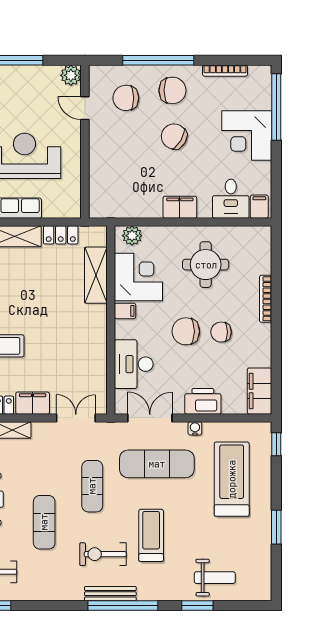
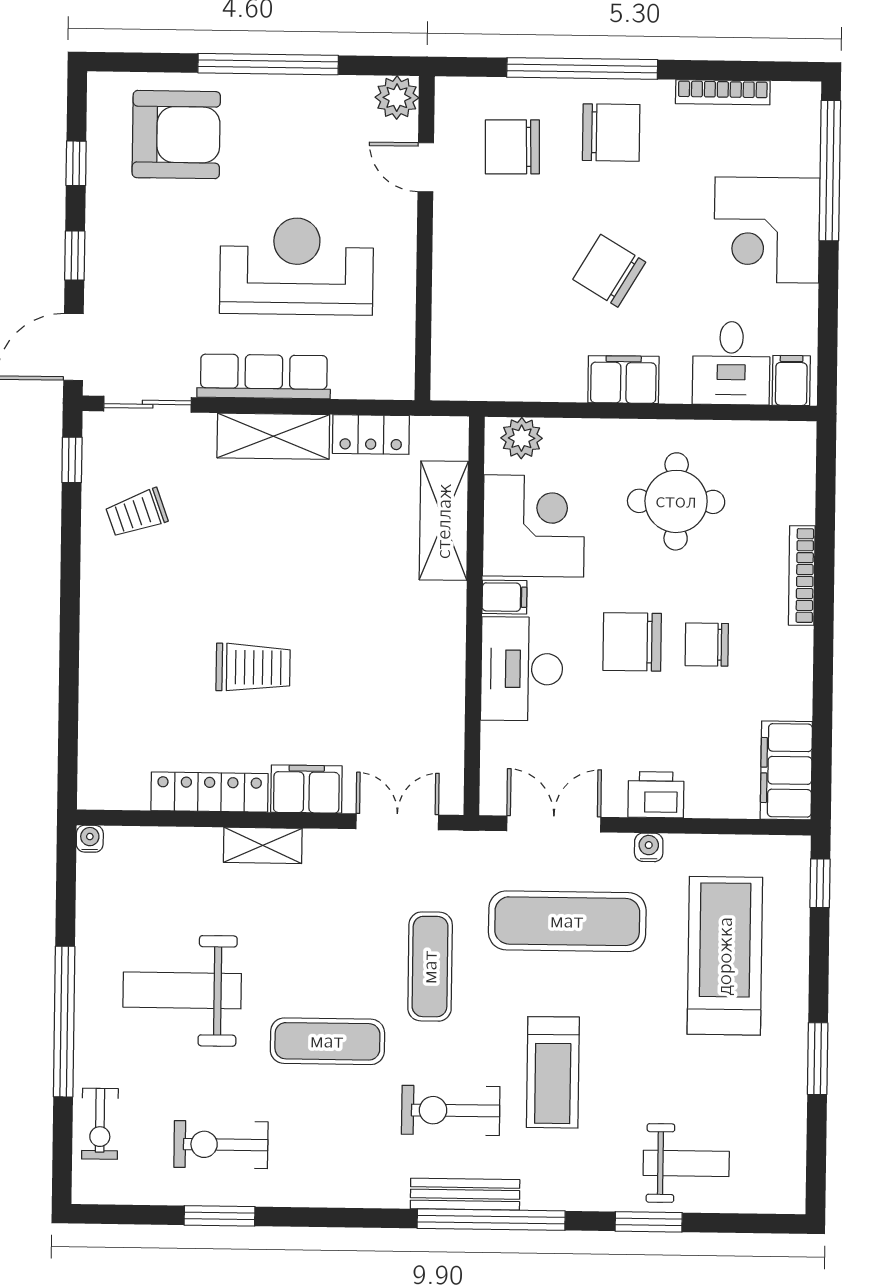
chair: (174, 136) -> (609, 271), moved
desk: (134, 364) -> (522, 669), moved
printer: (203, 401) -> (656, 795), width x0.73, depth x0.84
exercise mat: (44, 522) -> (327, 1041), turned 90
treadmill: (151, 535) -> (553, 1072), turned 180

